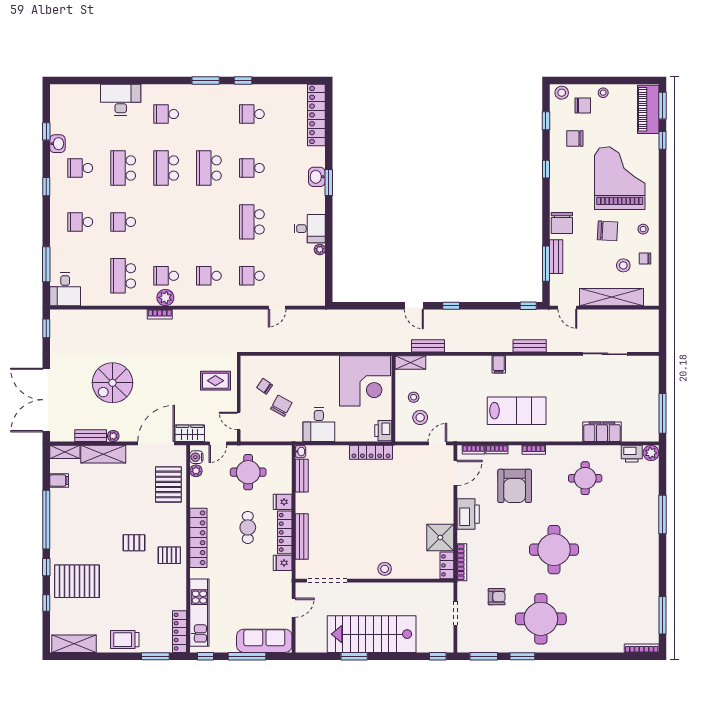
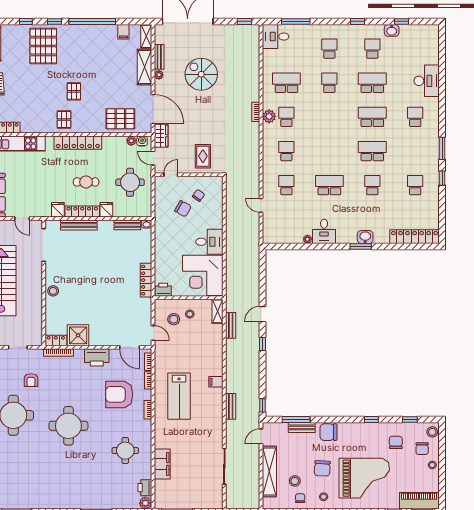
desk: (319, 425) -> (209, 242), moved, turned 180

